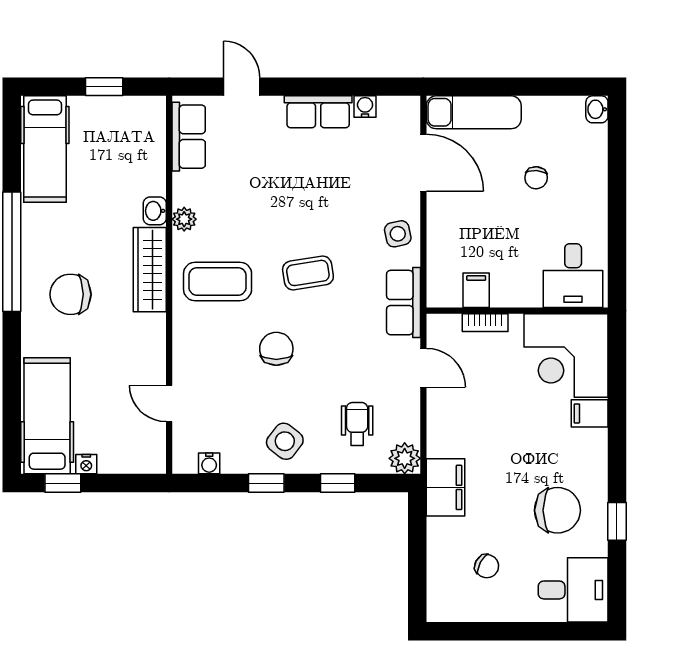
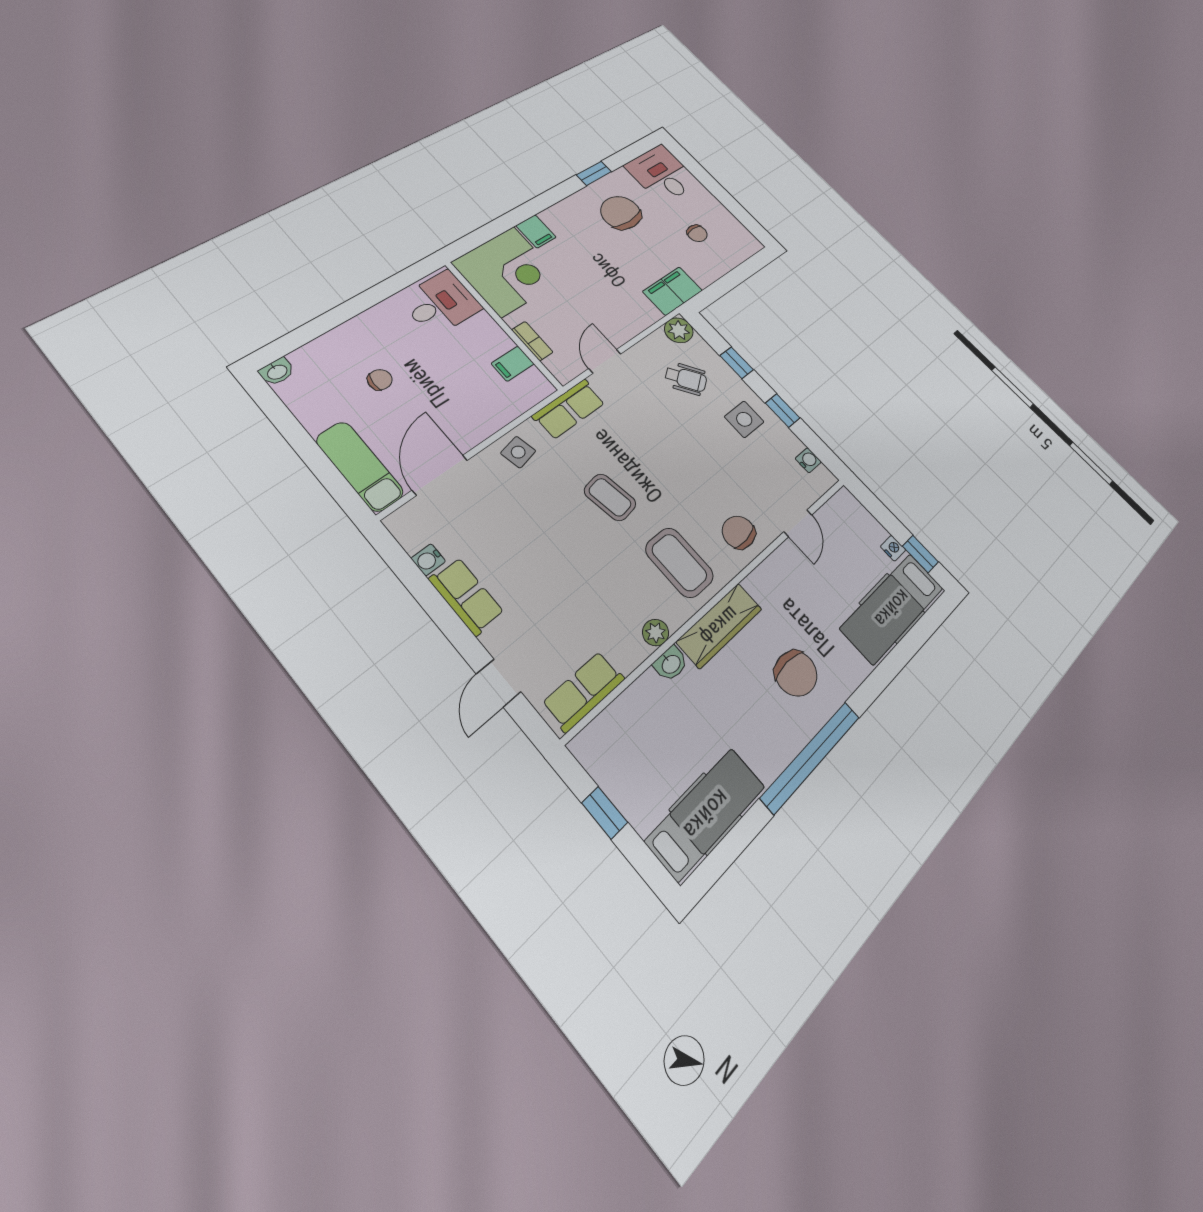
chair: (276, 349) -> (739, 532), moved, turned 83
wheelchair: (357, 424) -> (686, 379), turned -125
side table: (285, 441) -> (744, 419), turned -38
chair: (487, 566) -> (697, 233), turned 152

